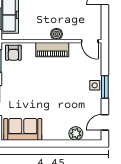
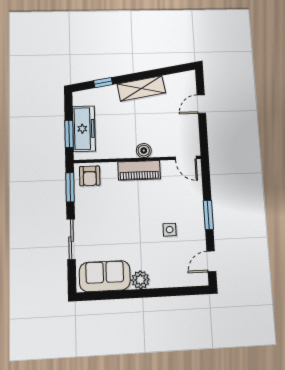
side table: (95, 85) -> (170, 230), moved
plant: (76, 133) -> (140, 280), moved

